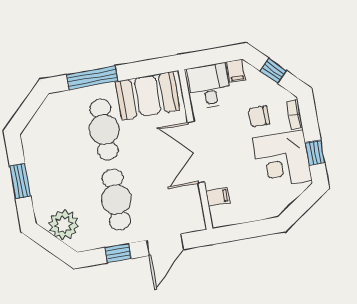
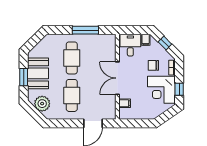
window: (92, 78) -> (85, 30), moved
booth: (148, 96) -> (38, 73), moved, turned 90
window: (118, 253) -> (68, 123), removed

